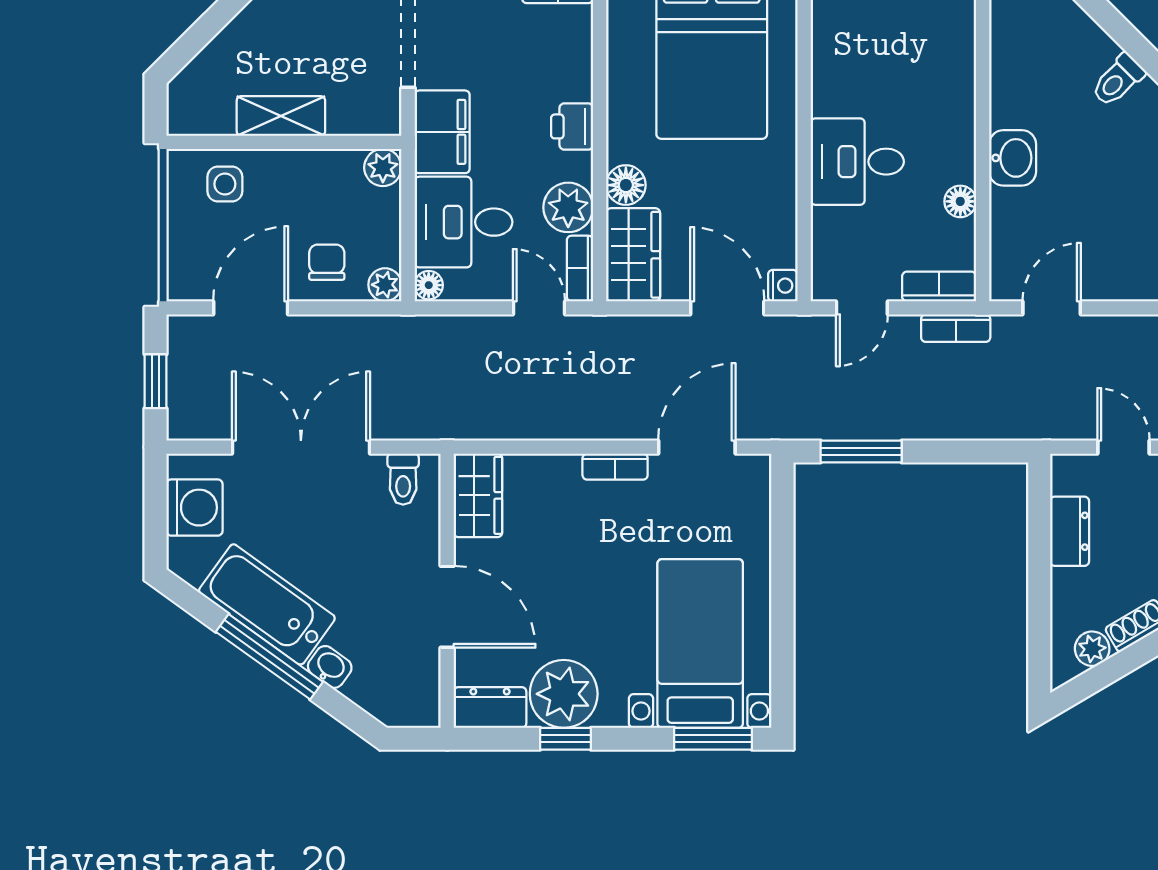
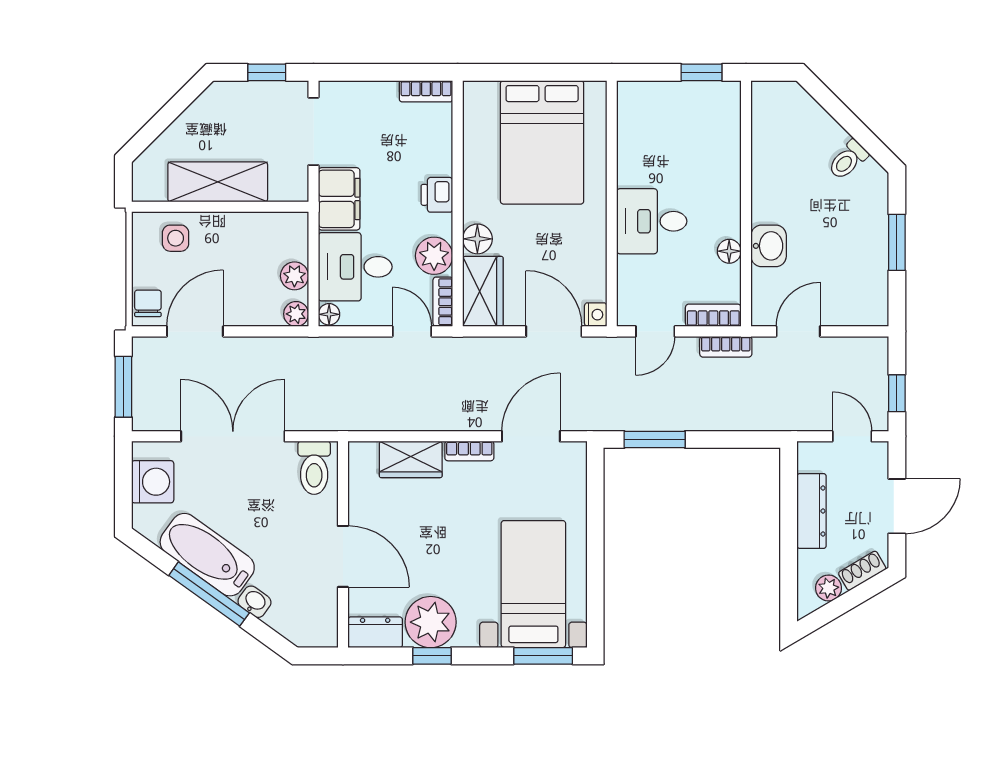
shelving: (281, 116) -> (218, 182), width x1.50, depth x1.33
washbasin: (1013, 158) -> (769, 246), moved
plant: (383, 168) -> (294, 276), moved
chair: (327, 262) -> (148, 303), moved
window: (156, 381) -> (123, 387), width x1.50
toilet: (403, 479) -> (314, 468), width x1.37, depth x1.39
wardrobe: (478, 495) -> (411, 459), moved, turned 90
dresser: (1070, 531) -> (812, 511), width x1.44

